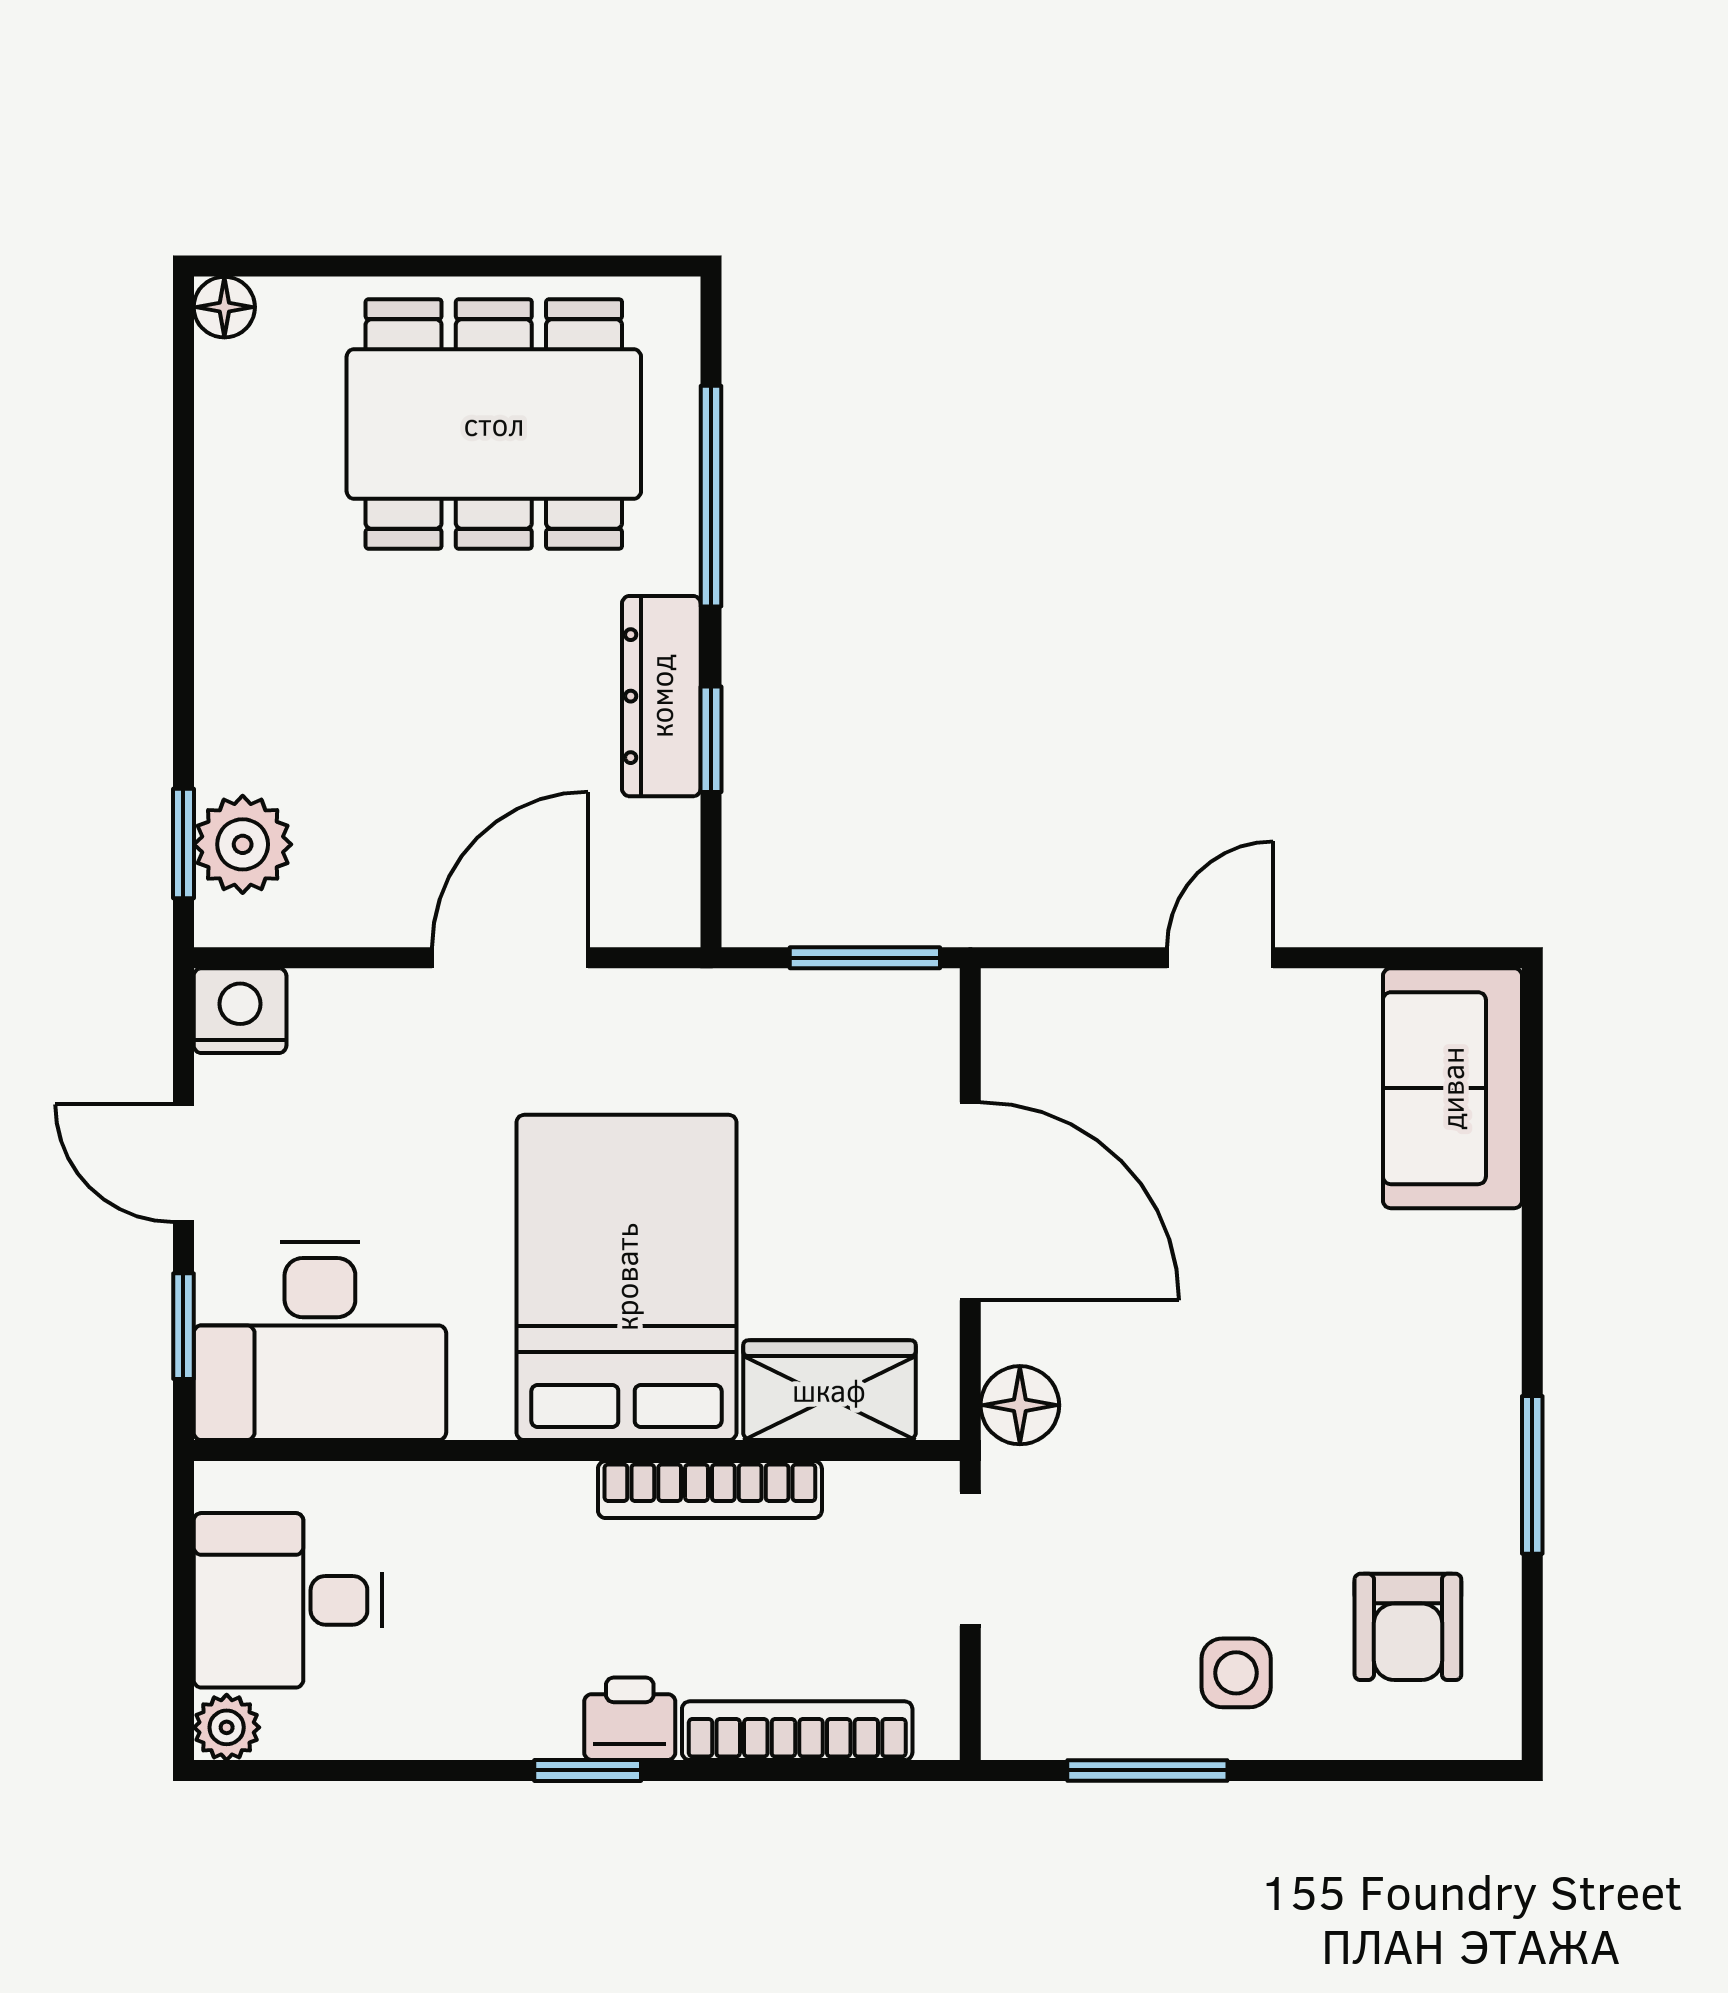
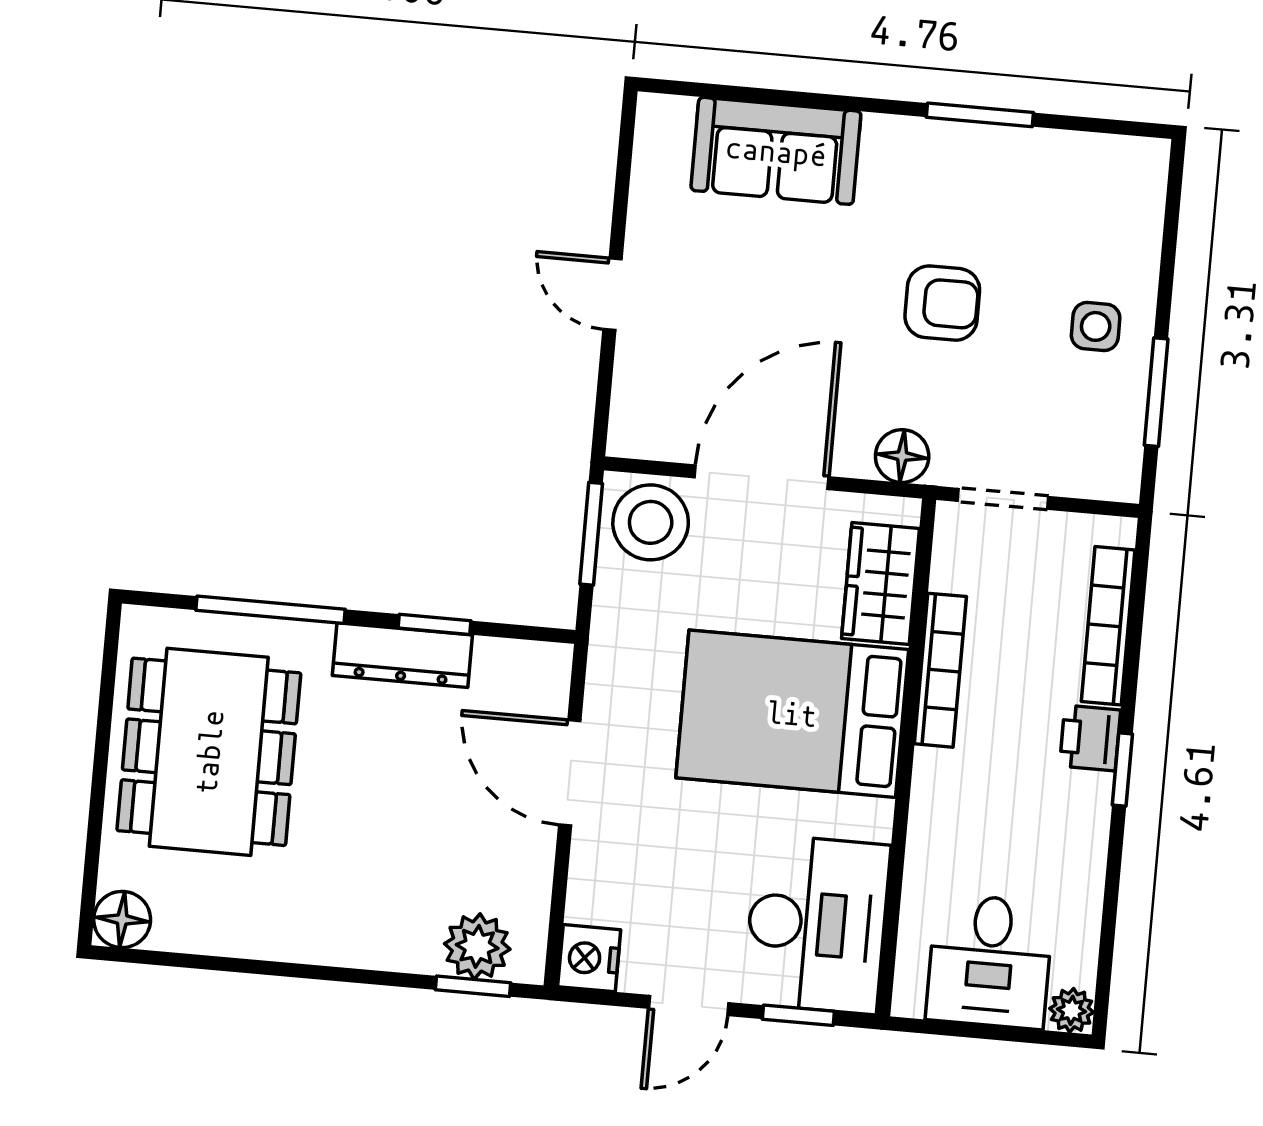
floor lamp: (224, 307) -> (122, 919), width x1.37, depth x1.37
stool: (889, 1044) -> (651, 522), added
sofa: (1452, 1088) -> (776, 151), moved
armchair: (1408, 1627) -> (942, 303), moved

